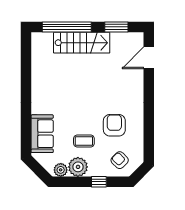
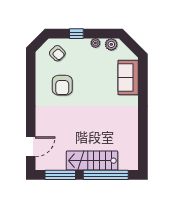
window: (116, 27) -> (60, 175), width x1.44
coffee table: (84, 141) -> (90, 71), removed
plant: (78, 167) -> (95, 43), width x0.53, depth x0.53

